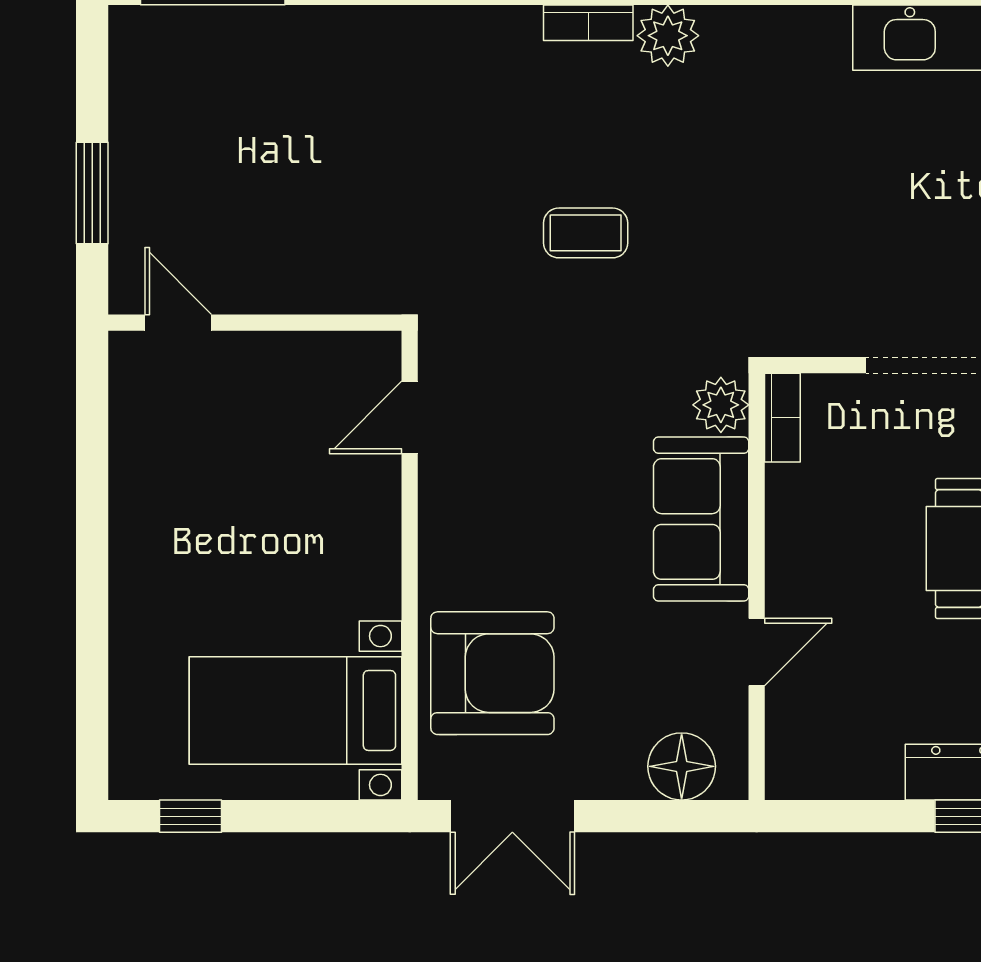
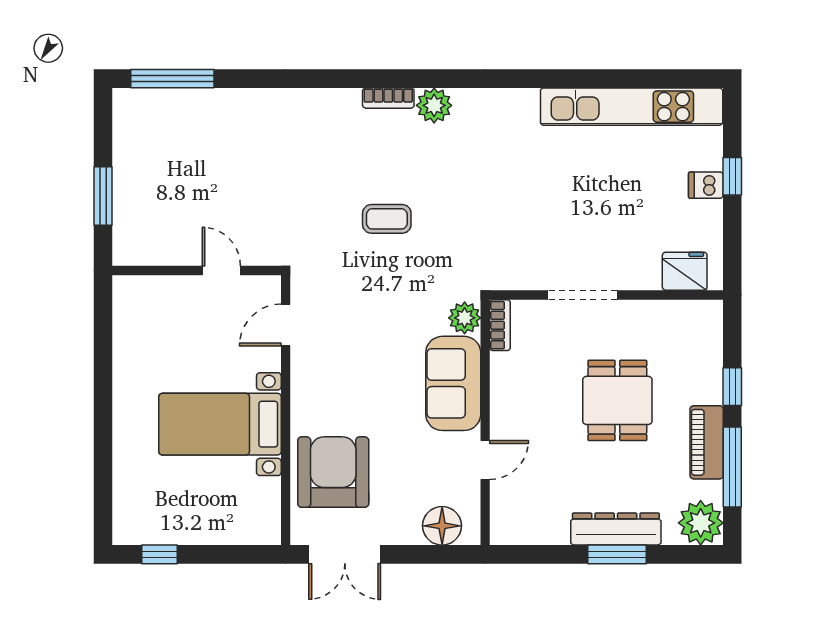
door: (178, 323) -> (221, 270), moved
armchair: (492, 673) -> (333, 472), turned -90
bed with nightstands: (296, 710) -> (220, 424), moved

